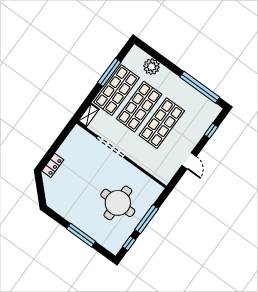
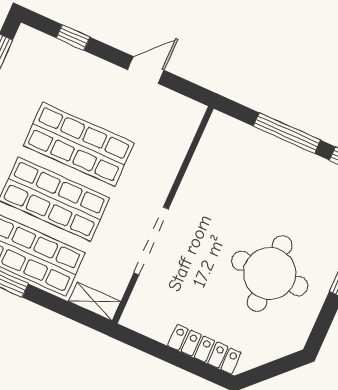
locker: (53, 165) -> (204, 349), width x1.53
round table: (118, 203) -> (270, 273), moved

